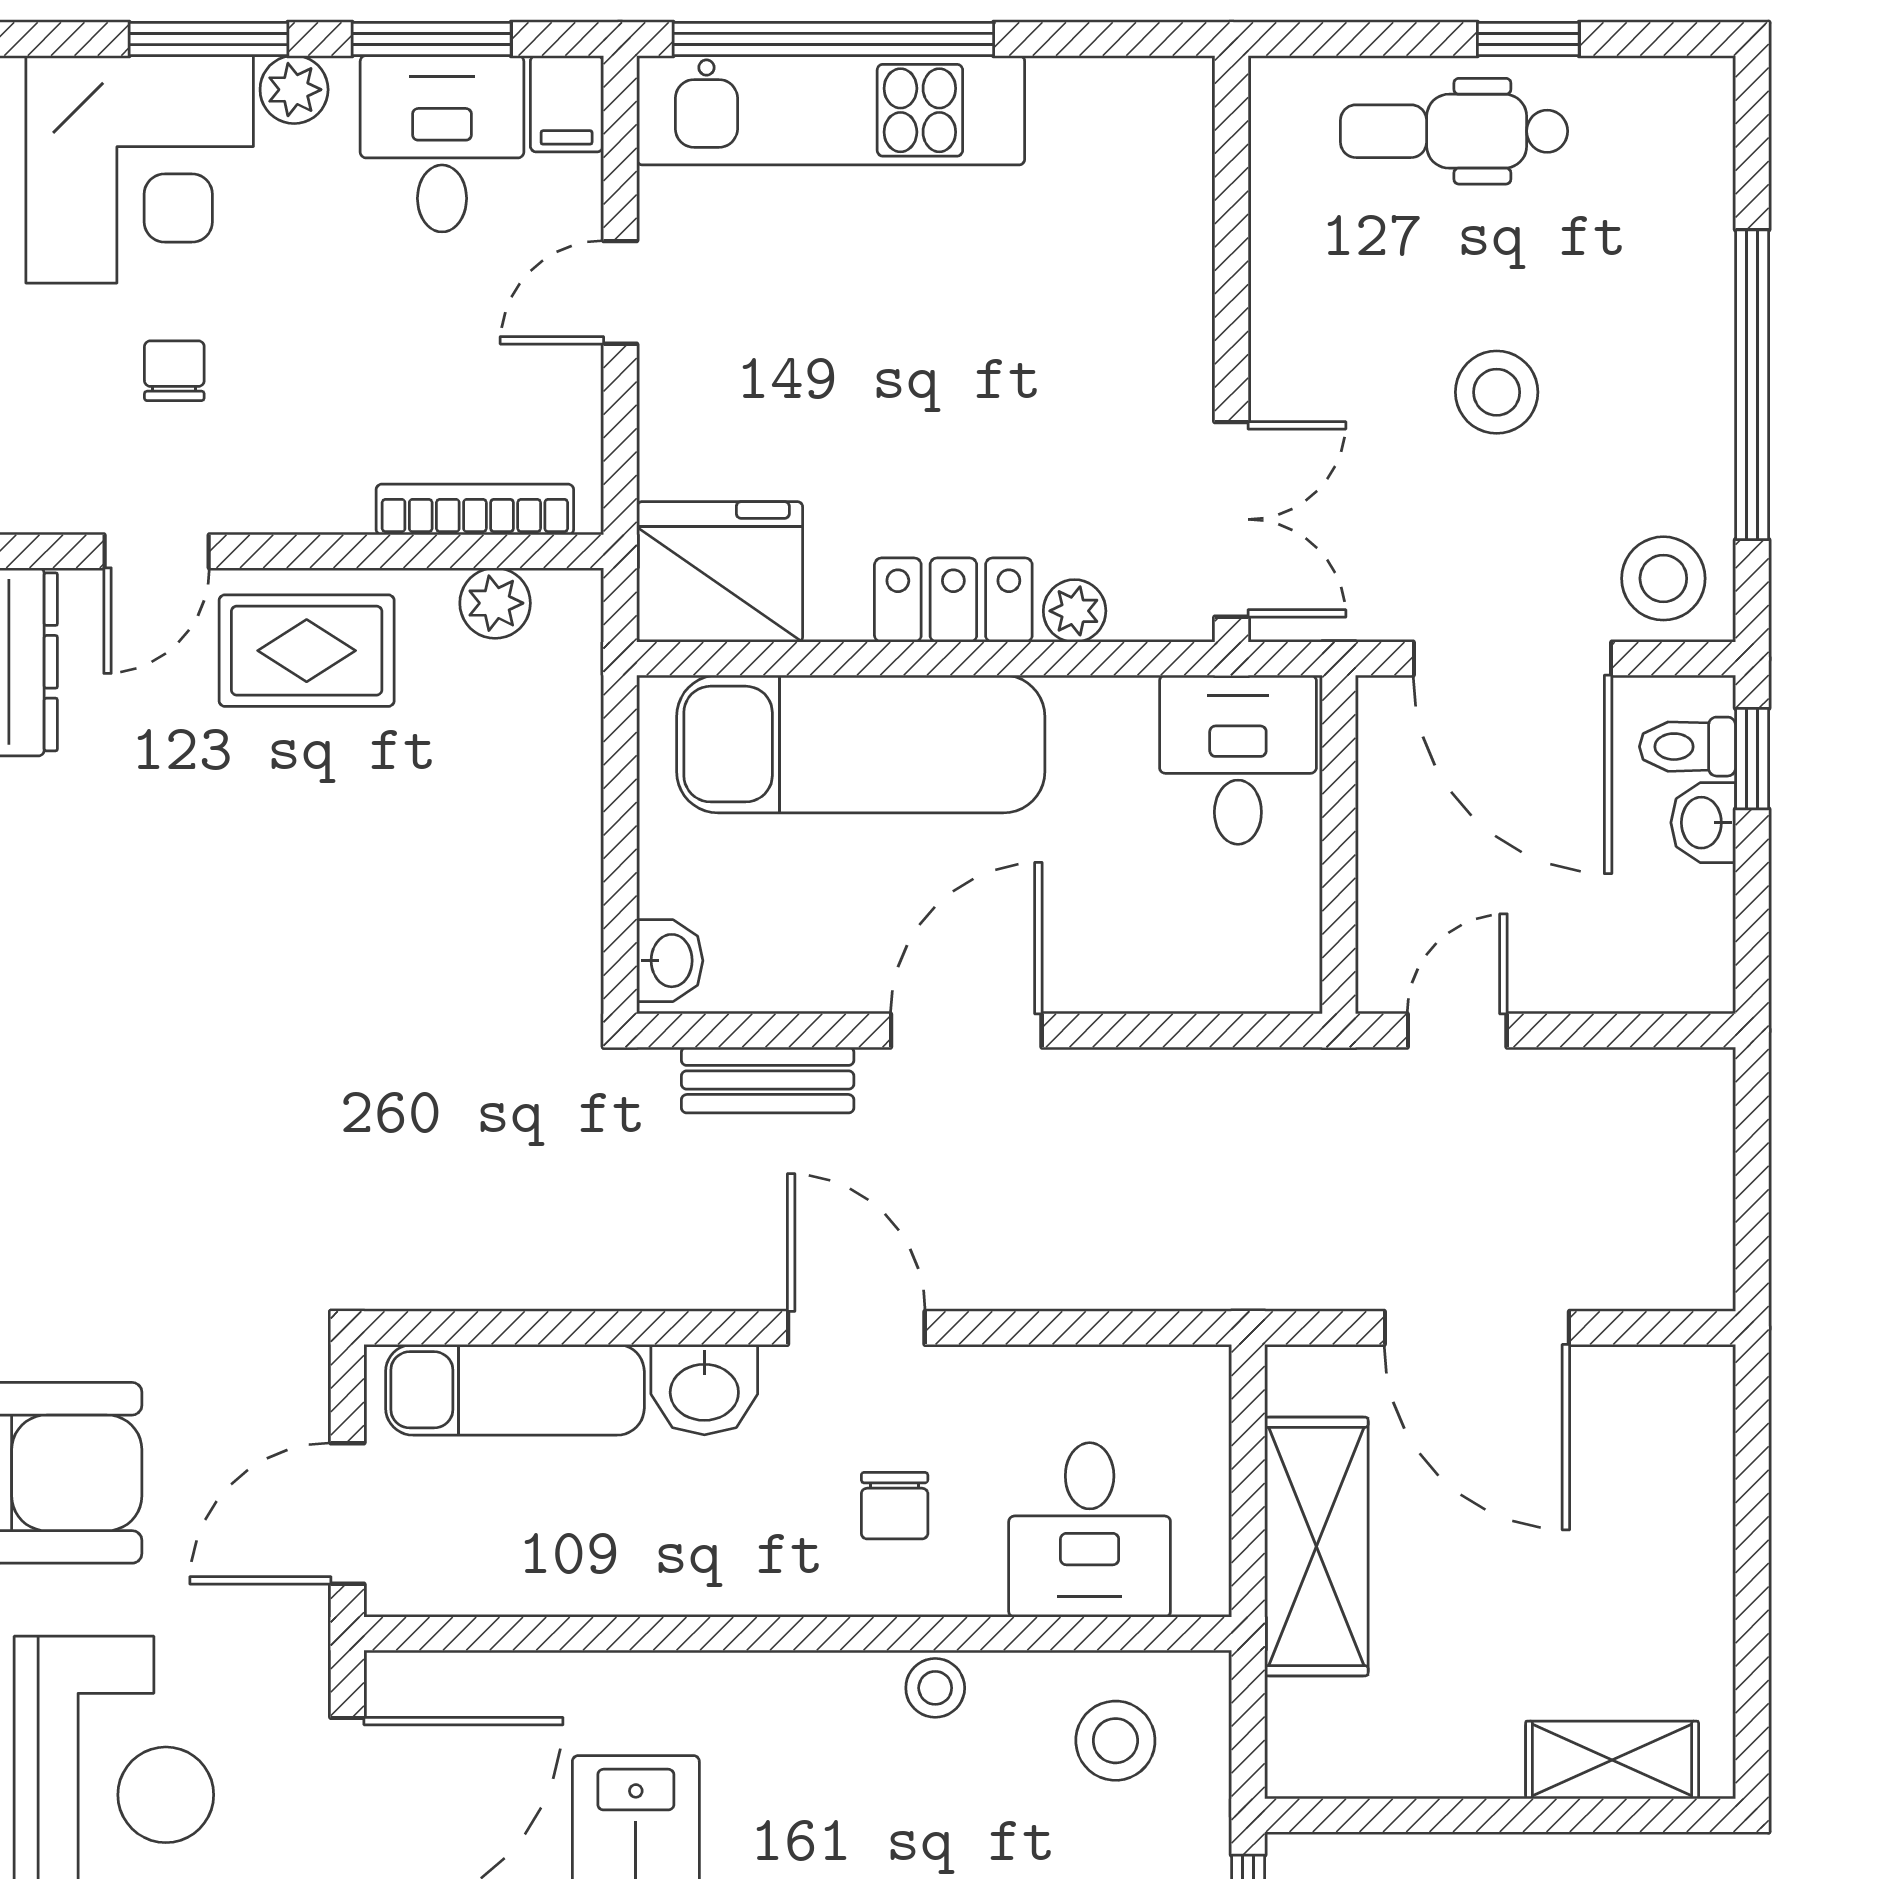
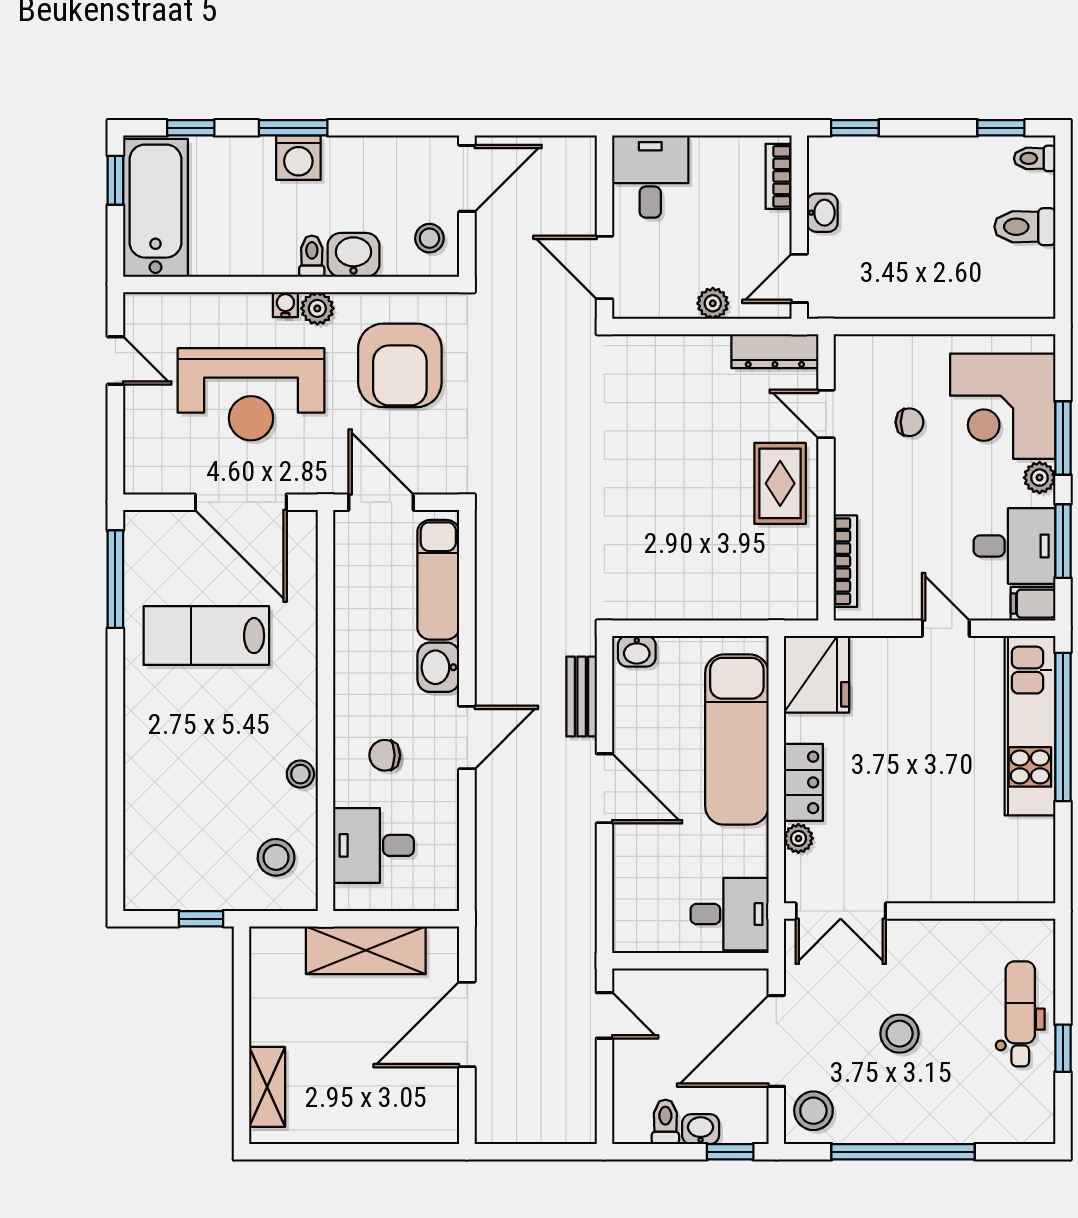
plant: (495, 603) -> (802, 571), removed
toilet: (1687, 747) -> (665, 1122), moved

